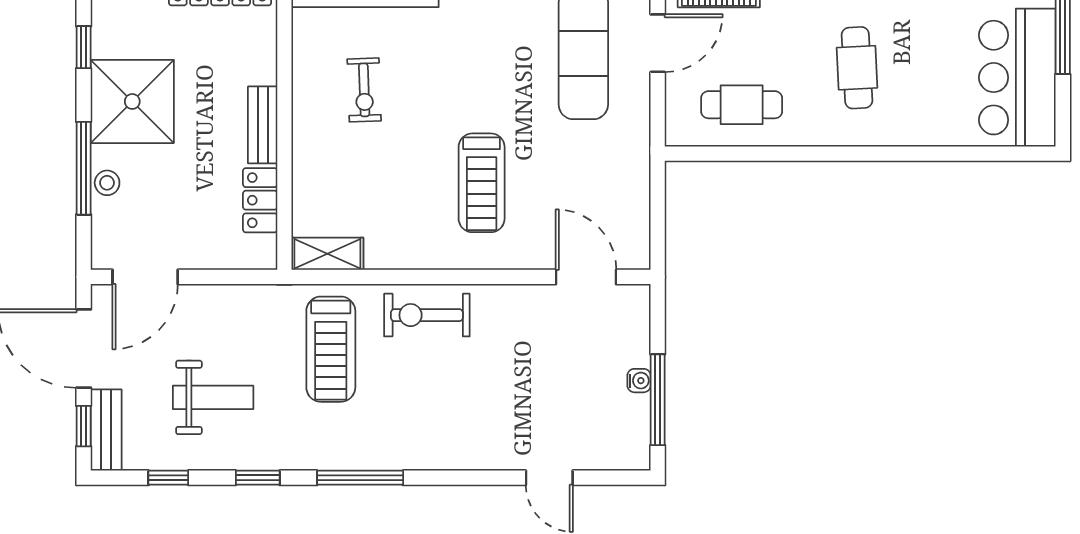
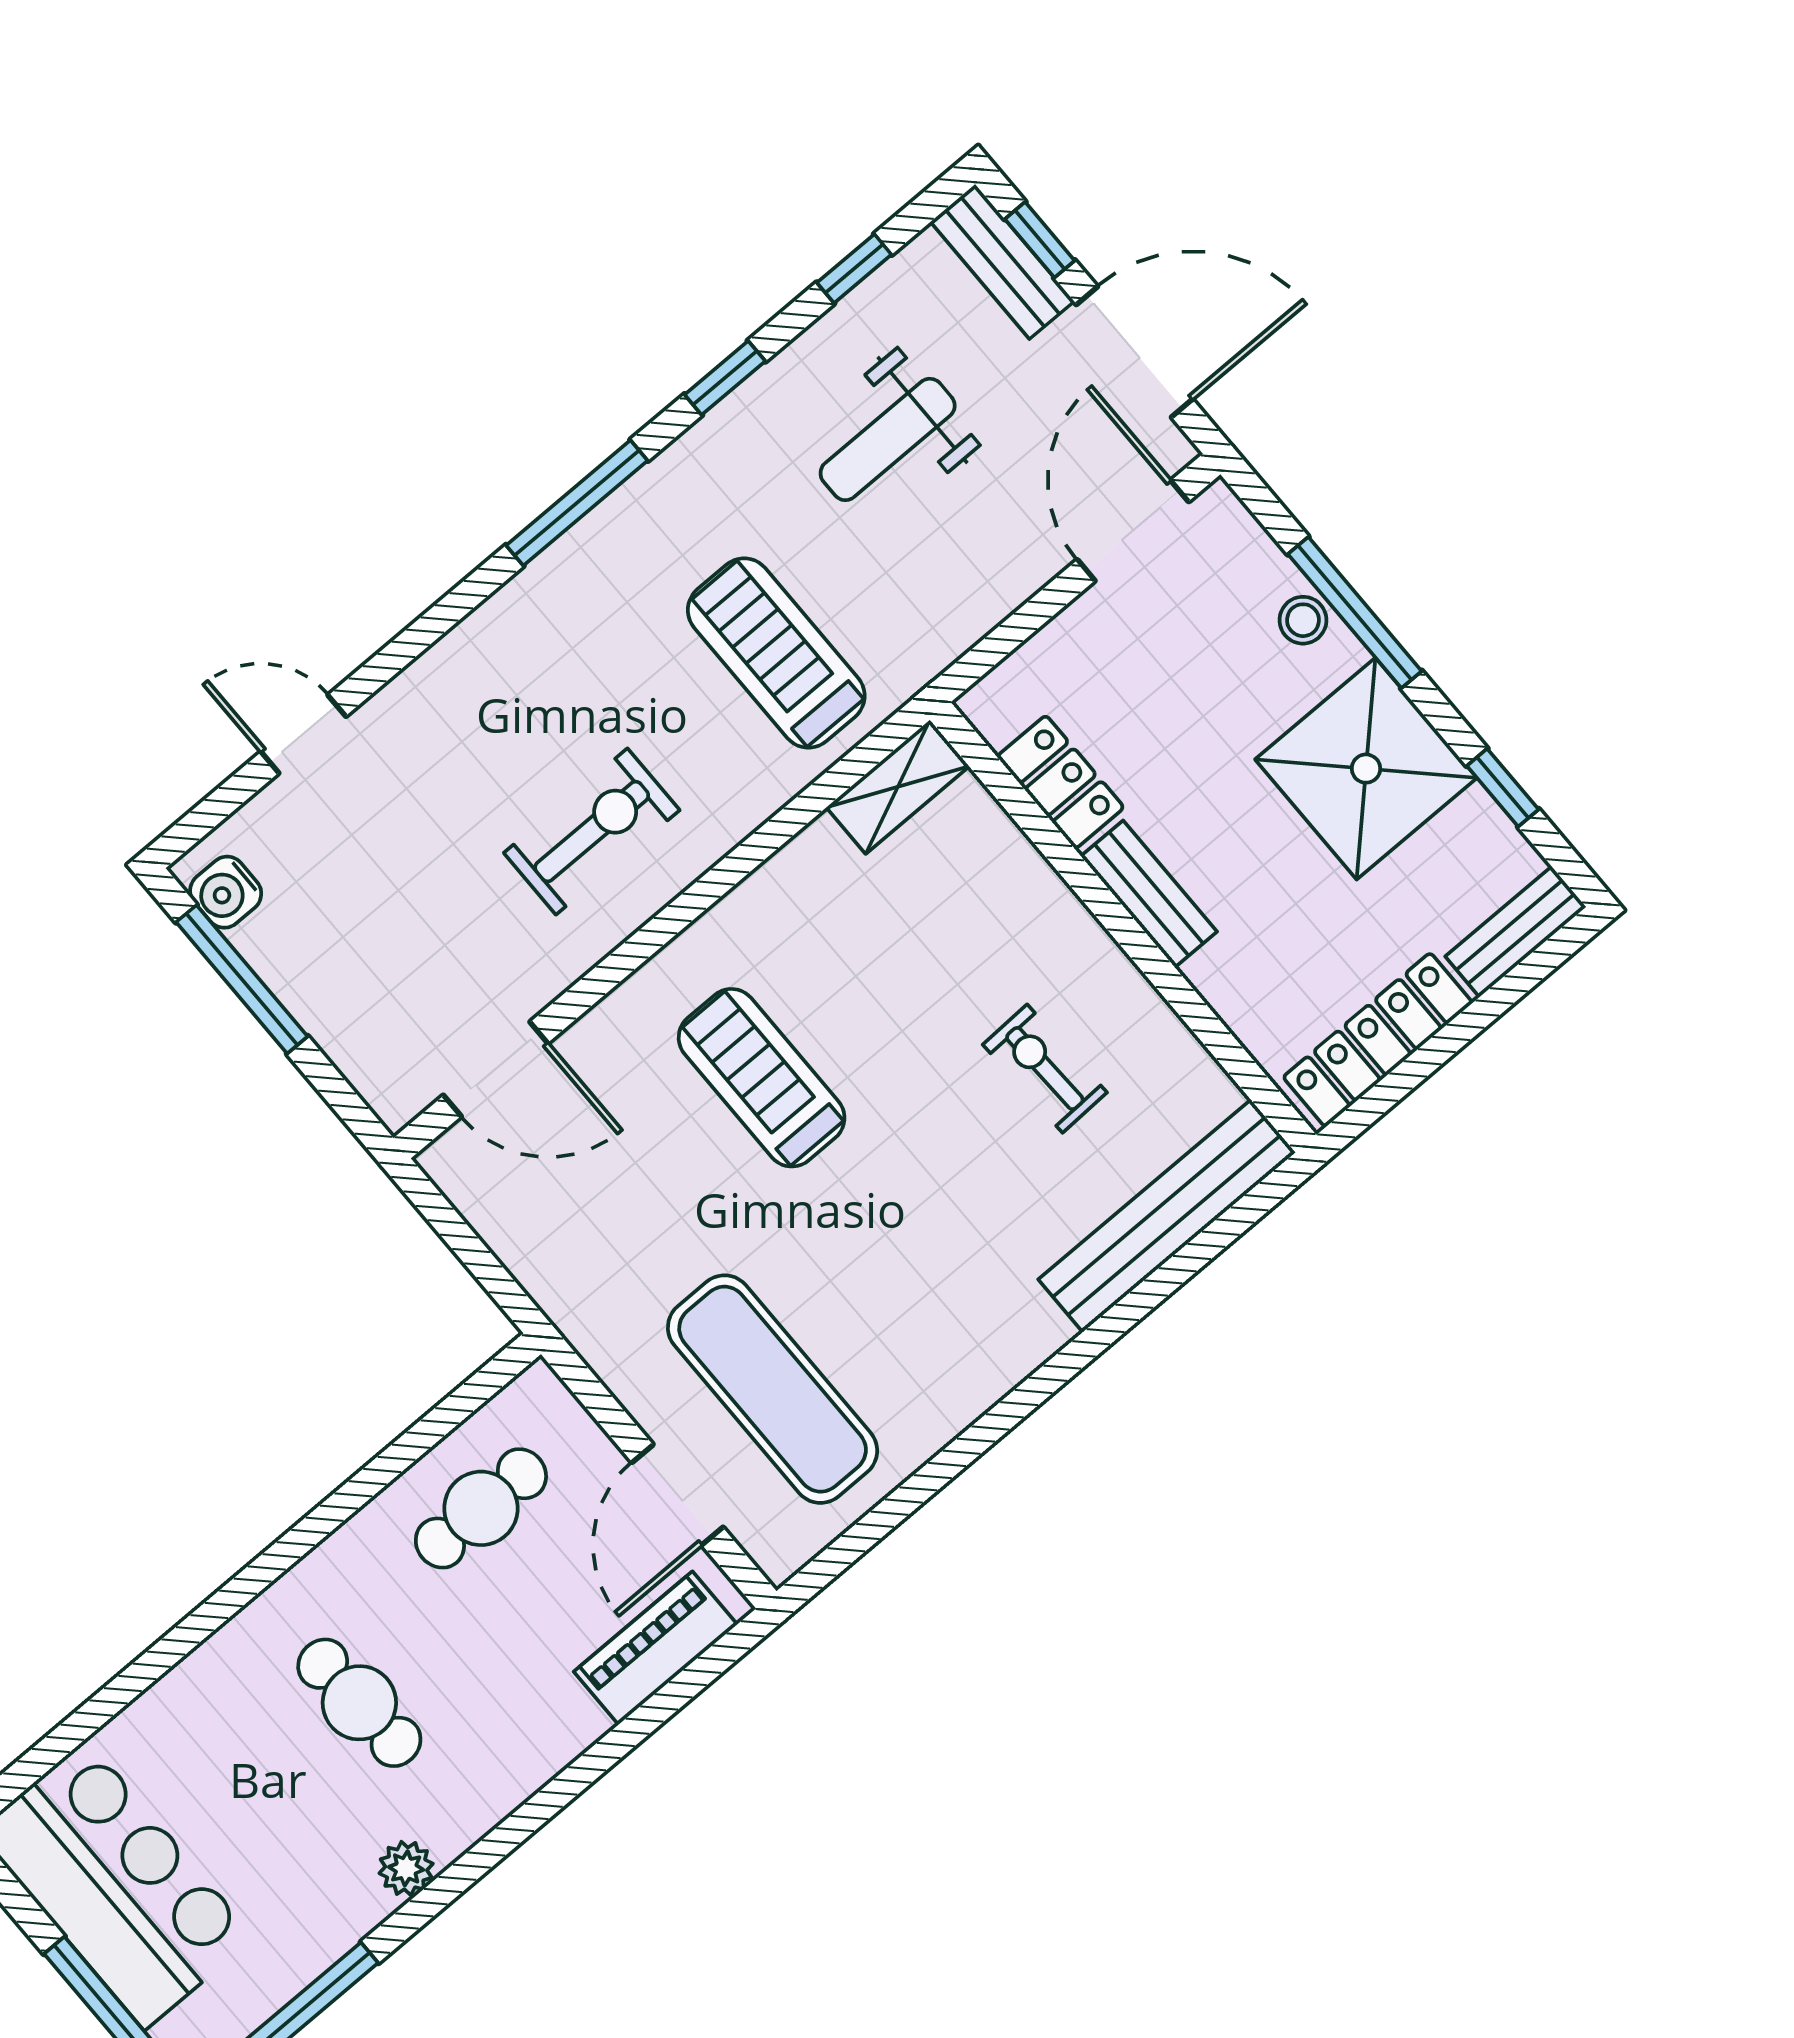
exercise bike: (427, 315) -> (592, 831), moved
water cooler: (639, 381) -> (226, 892), moved, width x1.38, depth x1.38

